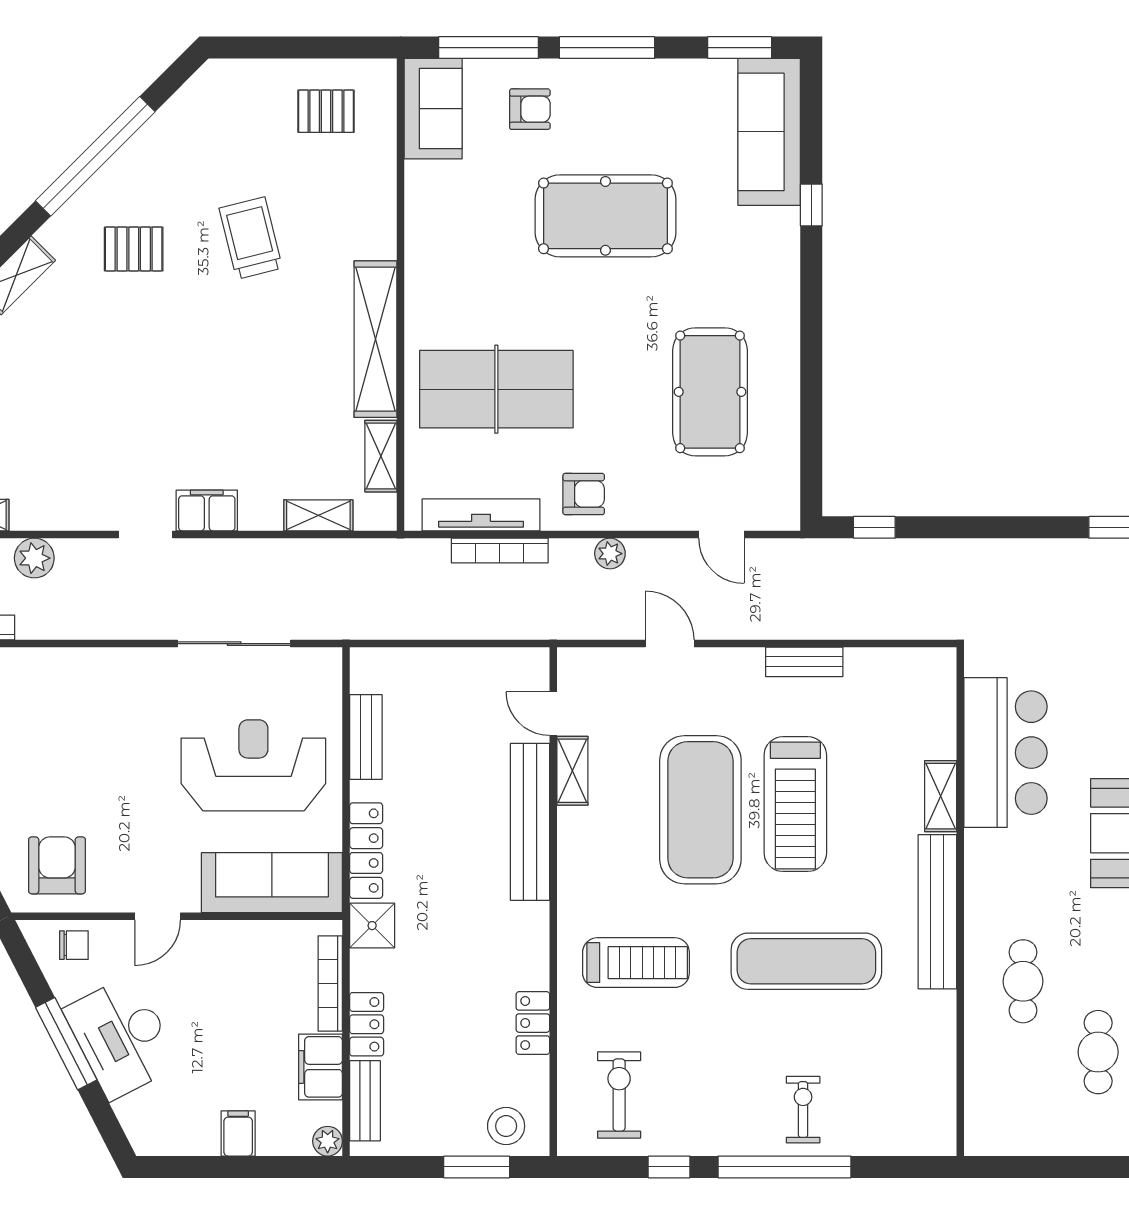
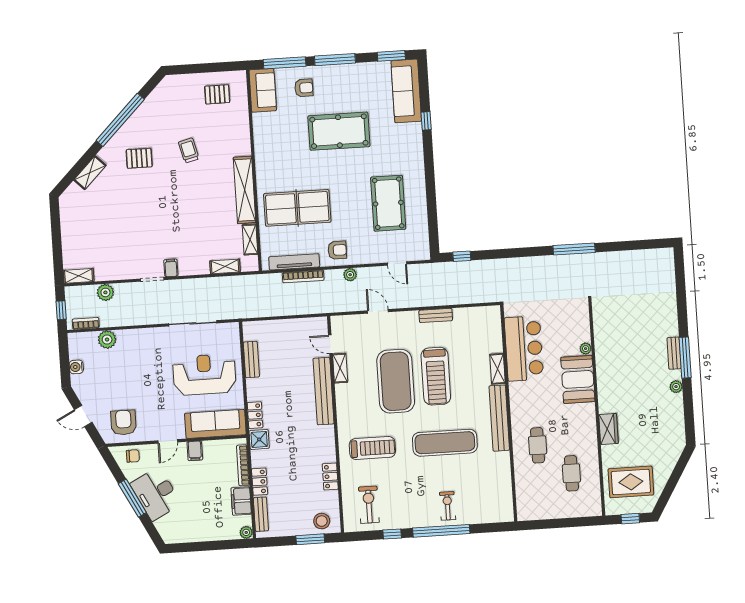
trolley: (251, 238) -> (189, 150), width x0.73, depth x0.72
filing cabinet: (207, 511) -> (171, 268), width x0.50
plant: (31, 669) -> (107, 340), added
locker: (366, 851) -> (255, 415), width x0.66
filing cabinet: (238, 1133) -> (195, 451), moved, turned 180

